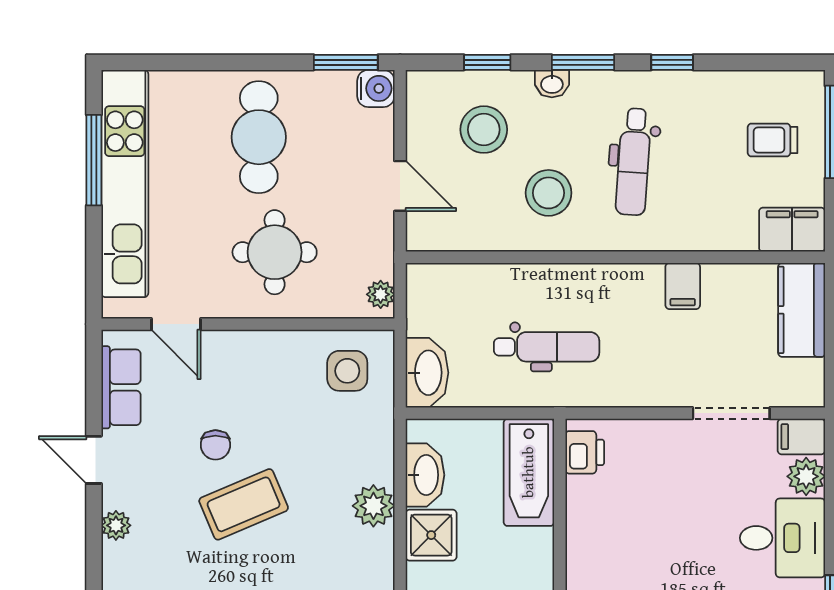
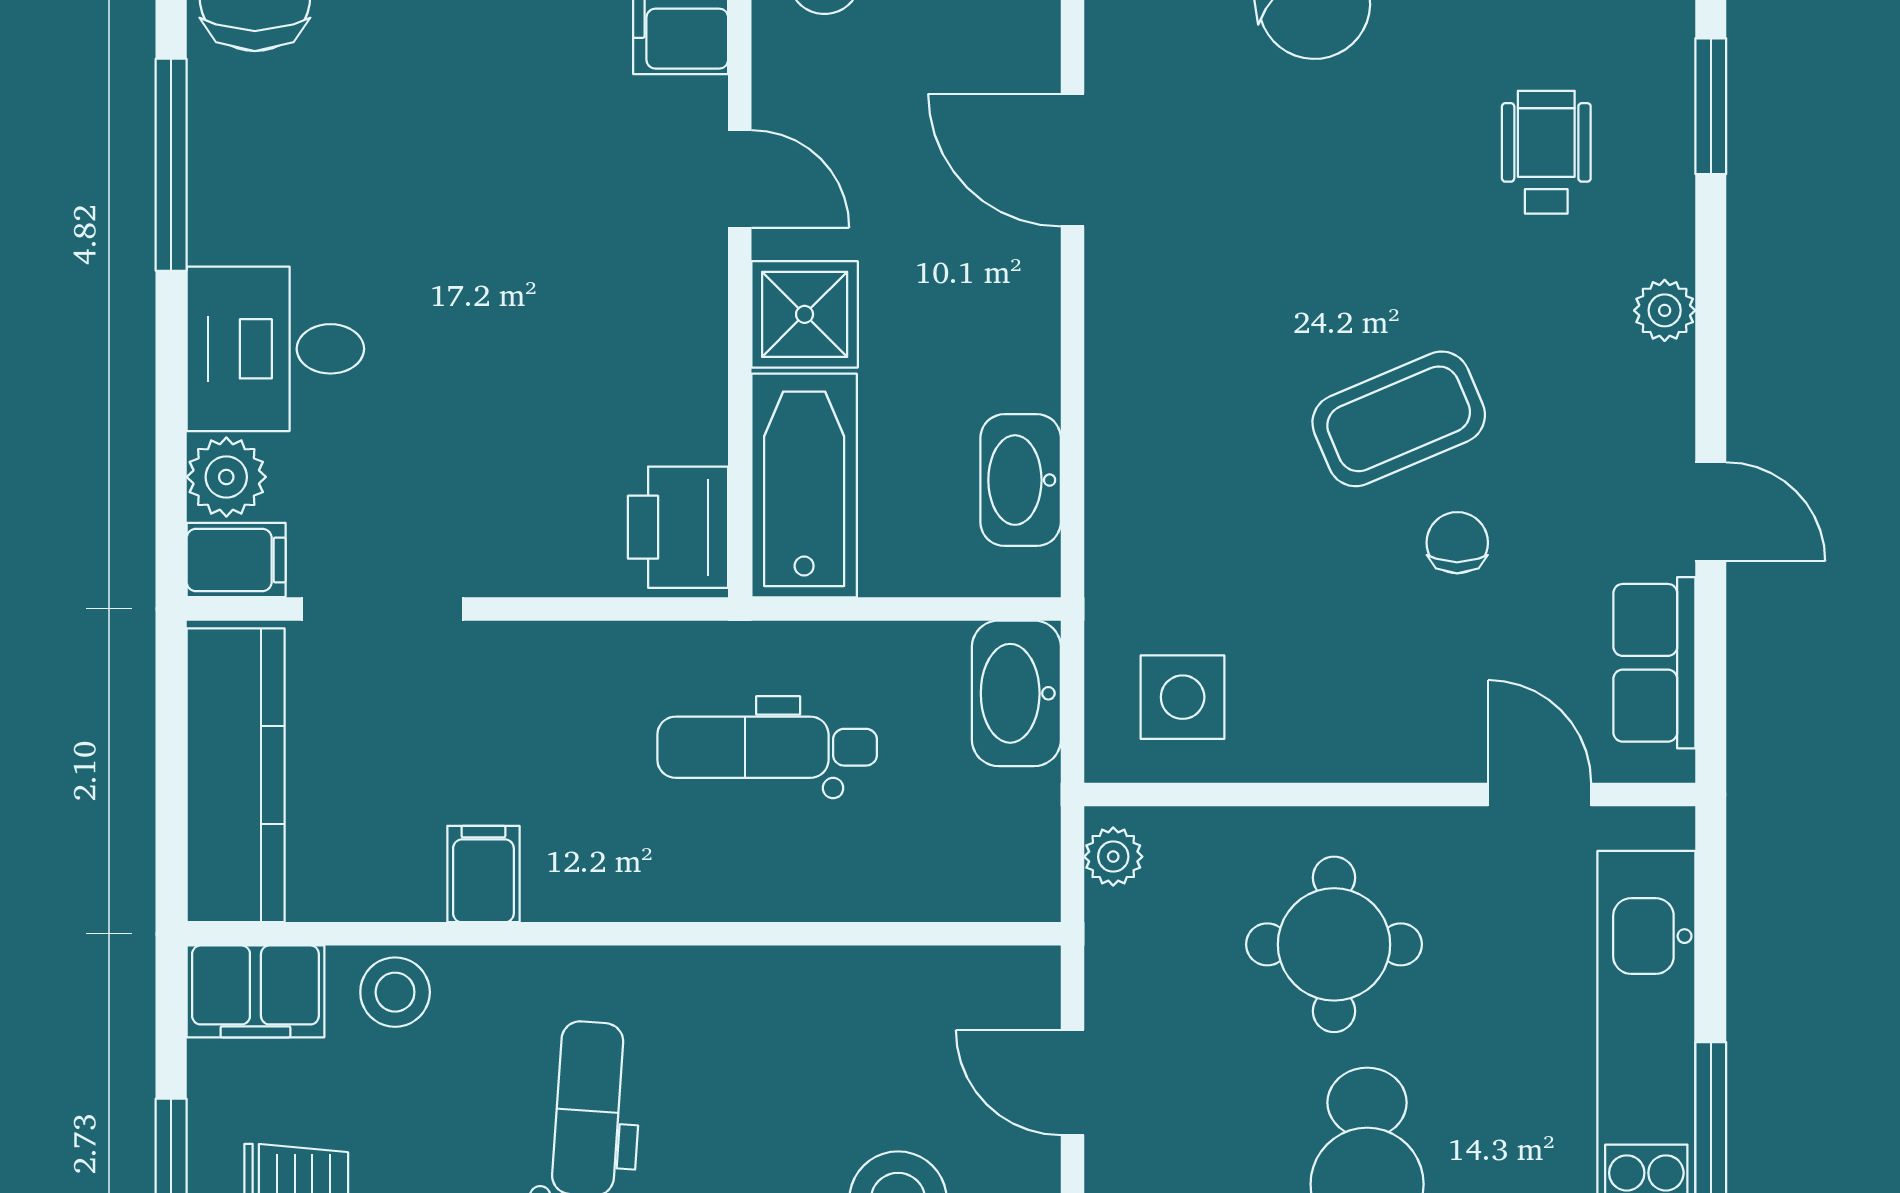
stool: (549, 193) -> (395, 992), moved, width x0.73, depth x0.73
kitchen counter: (802, 310) -> (236, 775), width x1.50
printer: (585, 452) -> (678, 527), width x1.36, depth x1.24
plant: (373, 506) -> (1128, 416), removed
plant: (116, 525) -> (1665, 310), moved
shower: (431, 535) -> (805, 314), moved

